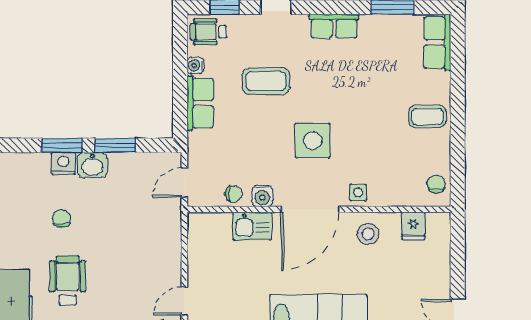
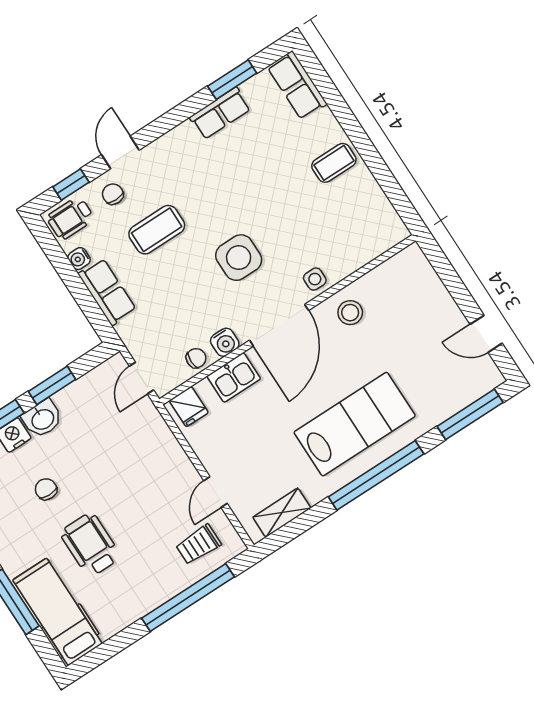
row of seats: (334, 26) -> (220, 113), moved
chair: (436, 184) -> (113, 194), moved
fridge: (413, 226) -> (189, 407), moved

